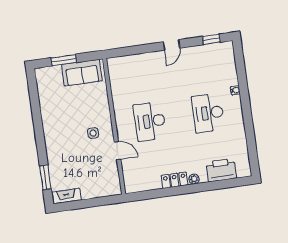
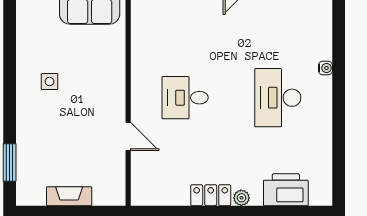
desk: (150, 121) -> (185, 98), width x0.73
side table: (93, 133) -> (50, 82), moved
fireplace: (66, 196) -> (69, 196), moved

